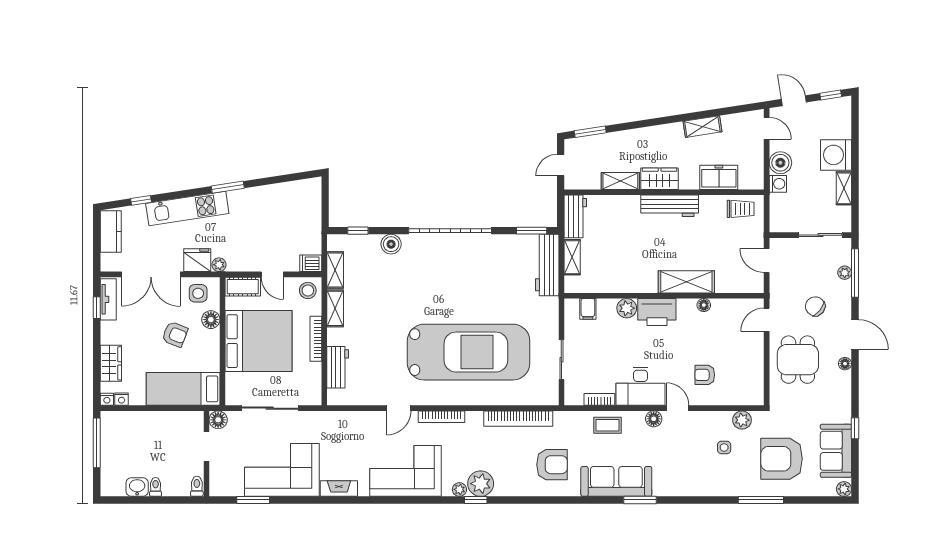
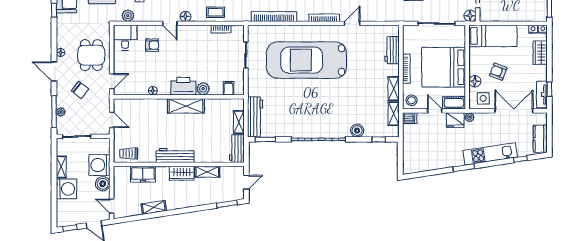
washing machine: (778, 184) -> (99, 165), width x1.89, depth x1.89
fridge: (197, 260) -> (455, 120), moved
shelving: (686, 282) -> (186, 106), moved
desk: (640, 386) -> (125, 38), moved, width x0.73

